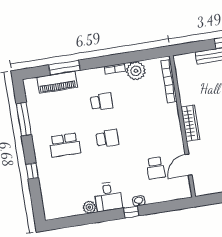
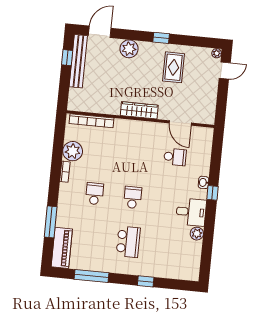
piano: (57, 82) -> (62, 248), moved

